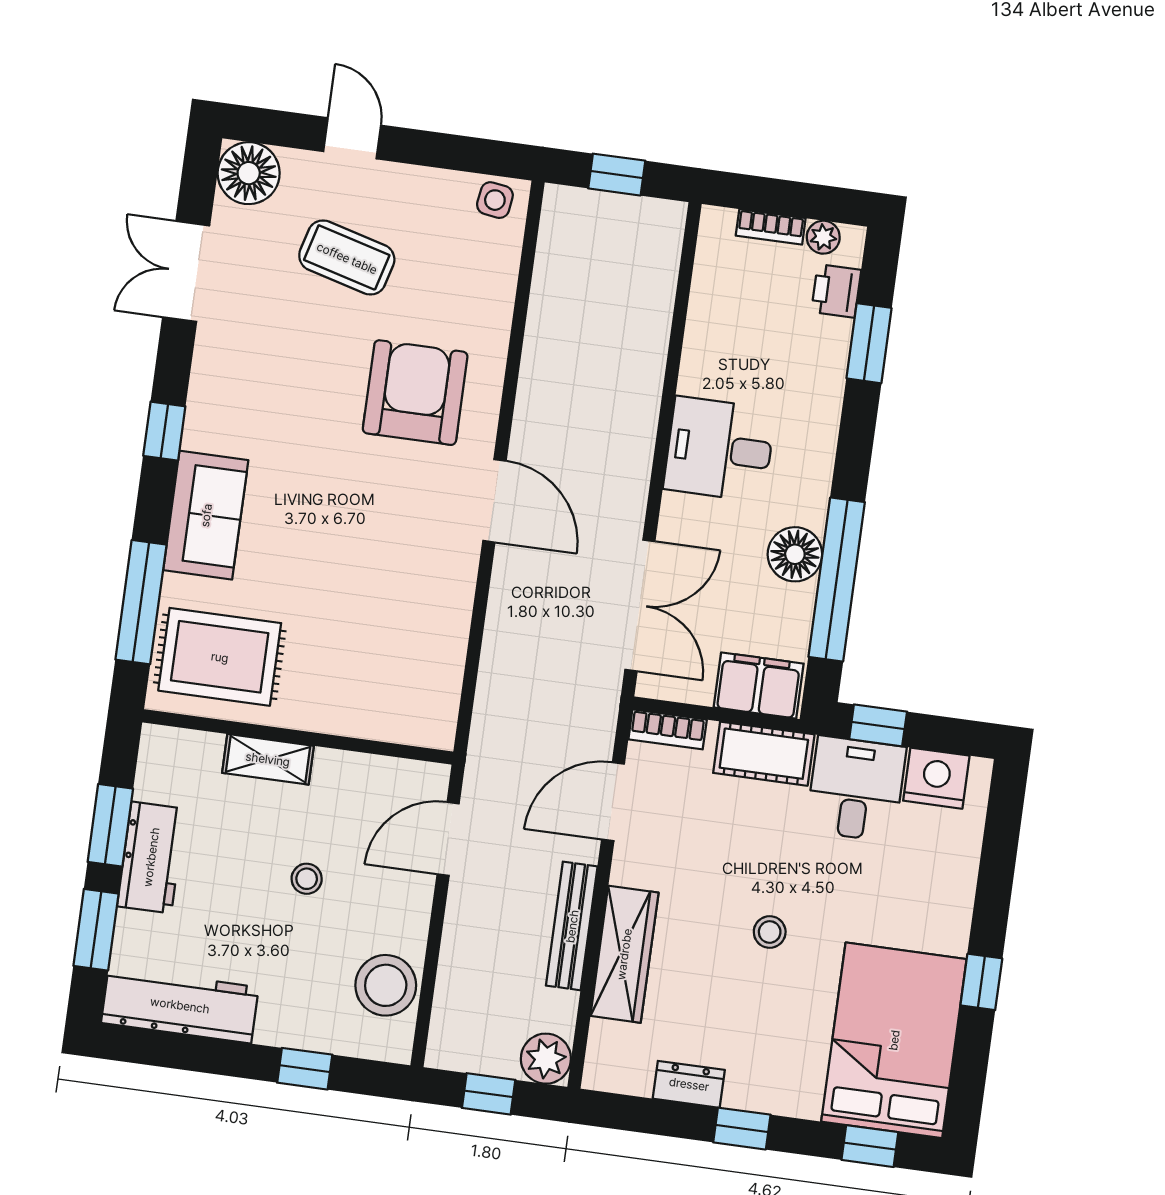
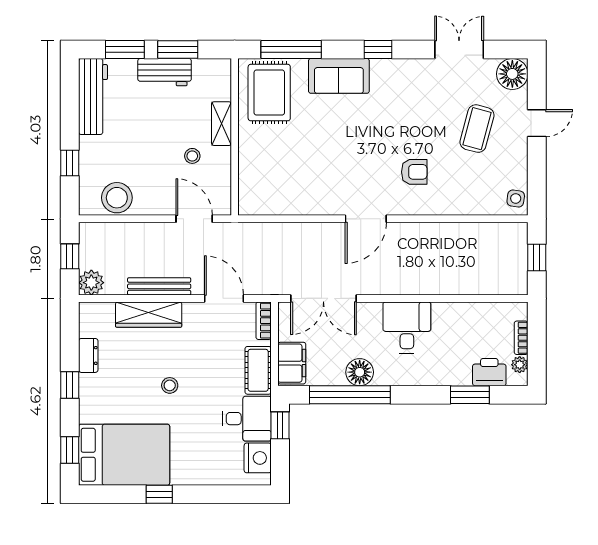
printer: (836, 291) -> (489, 372), width x1.36, depth x1.24
armchair: (415, 393) -> (414, 172), width x0.53, depth x0.53
stool: (307, 879) -> (192, 156), moved

